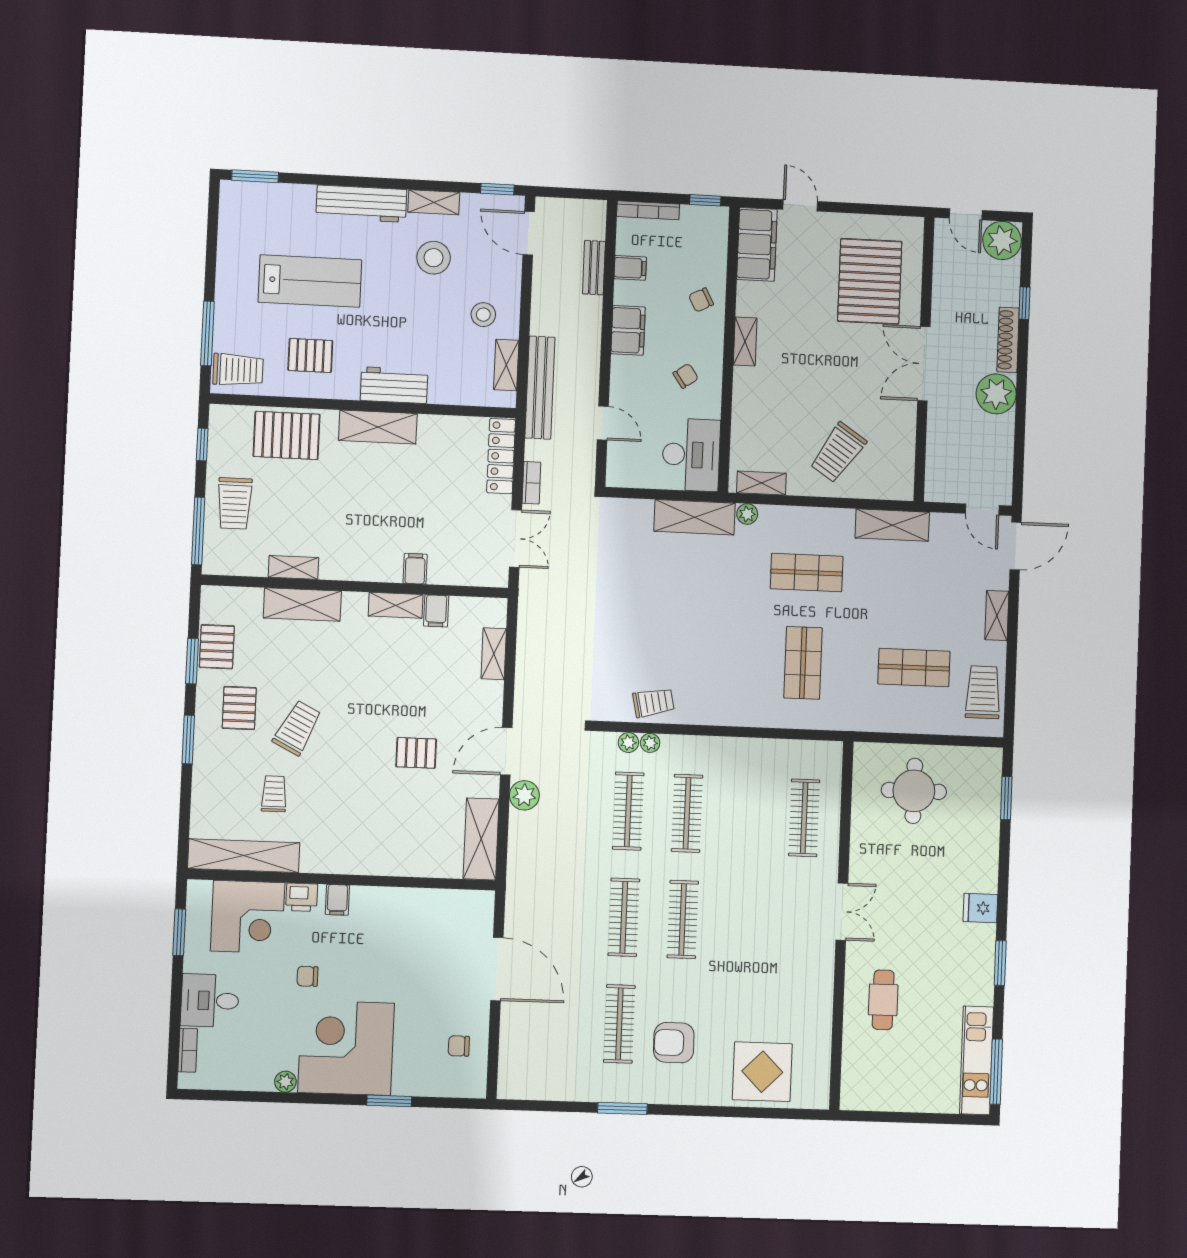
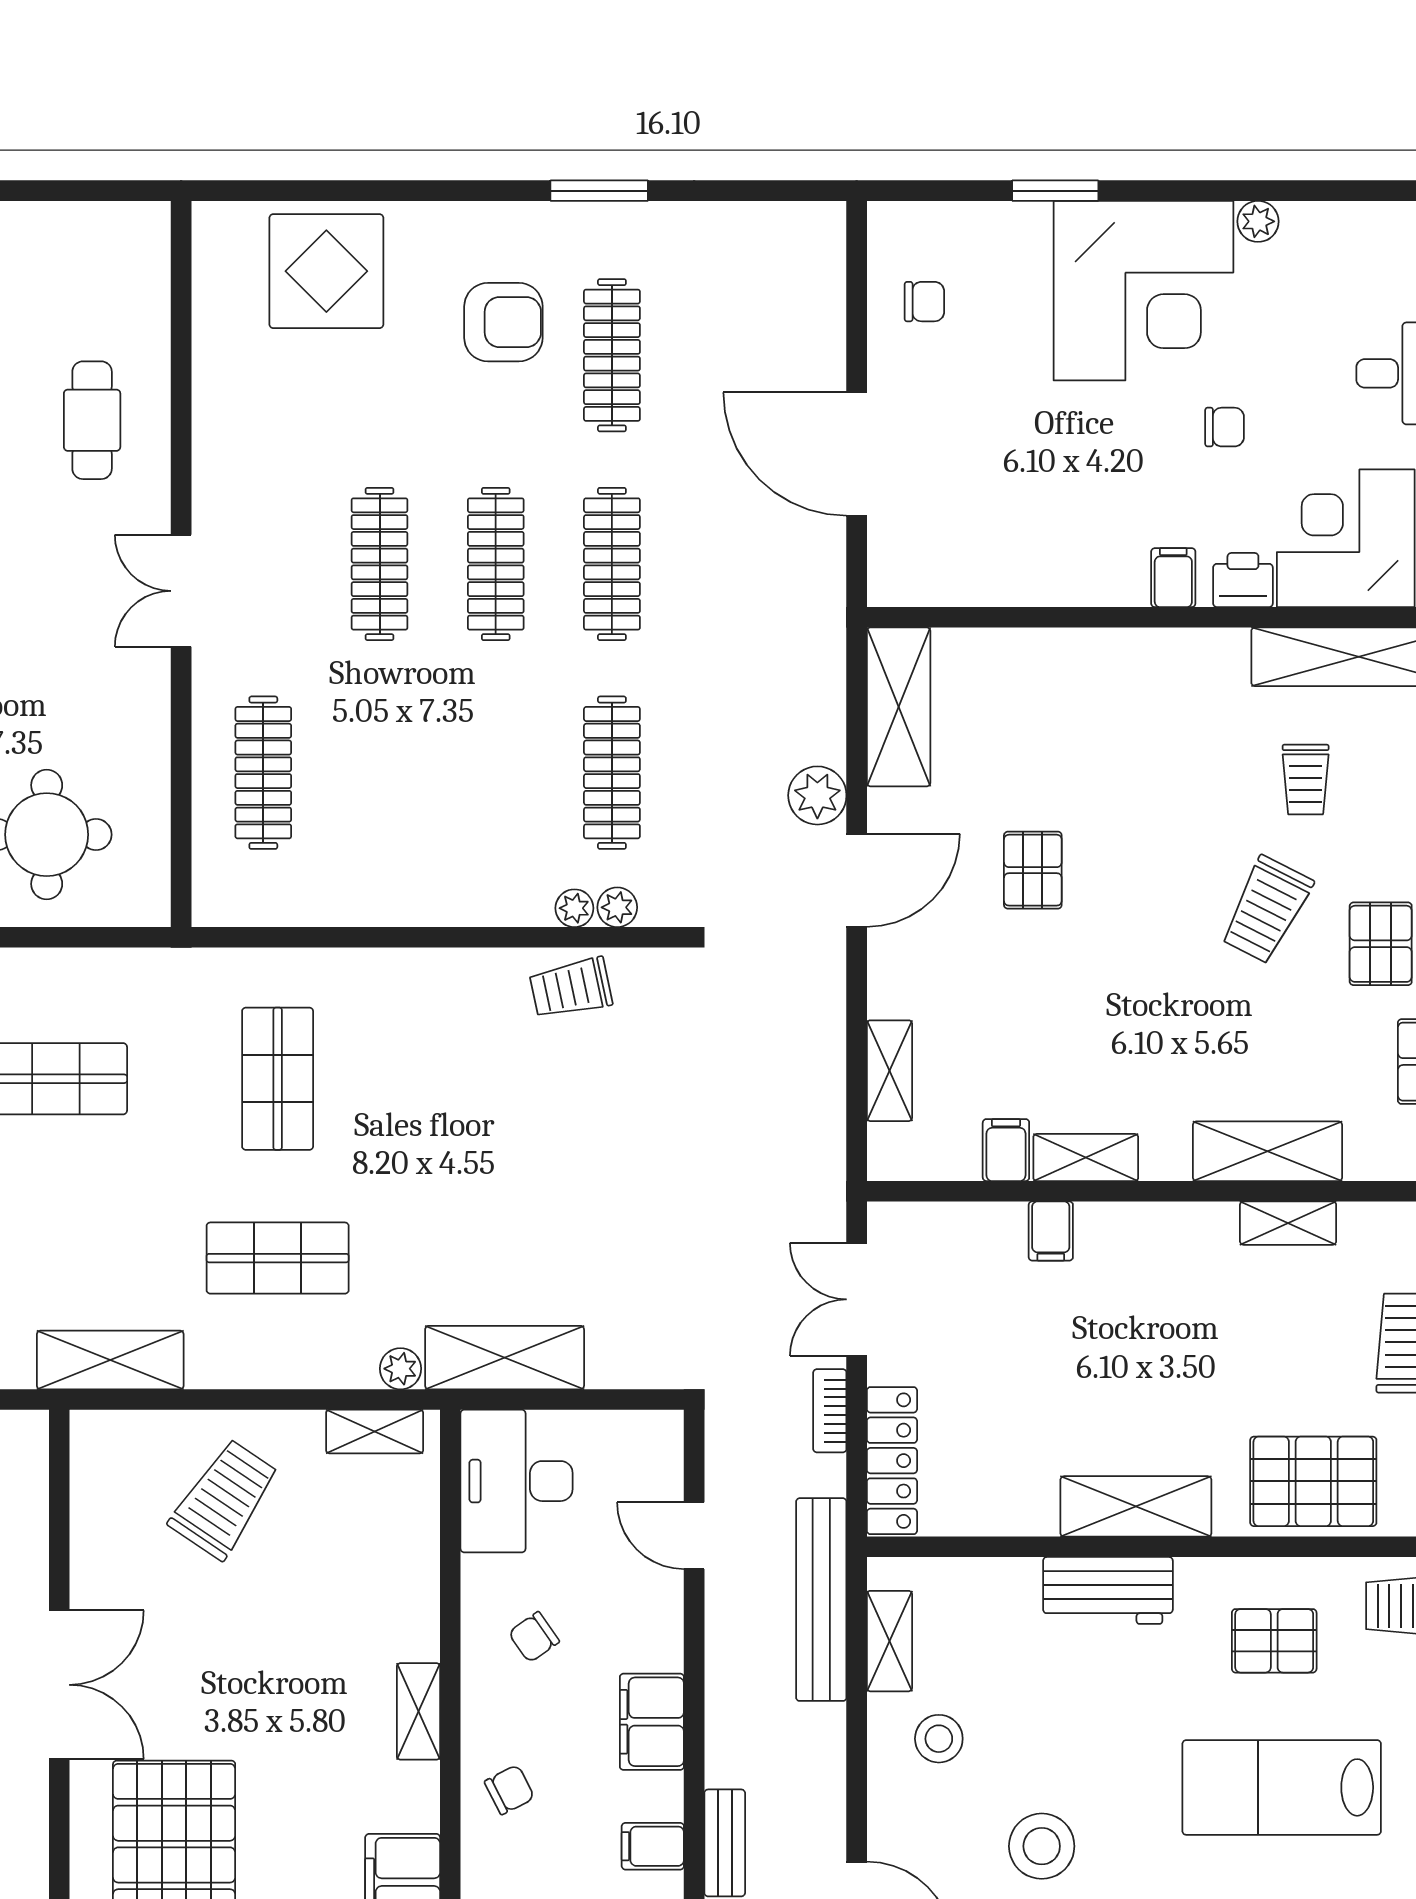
pallet: (416, 753) -> (1033, 870), turned 90
clothes rail: (687, 813) -> (380, 564), moved

